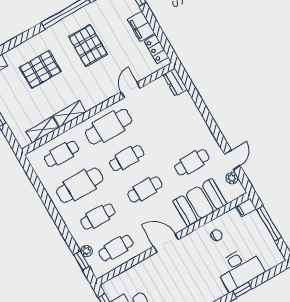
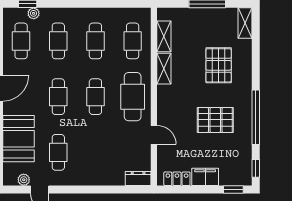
cafe table: (80, 185) -> (95, 41), width x0.73, depth x0.74

